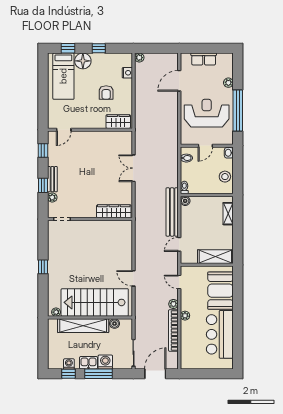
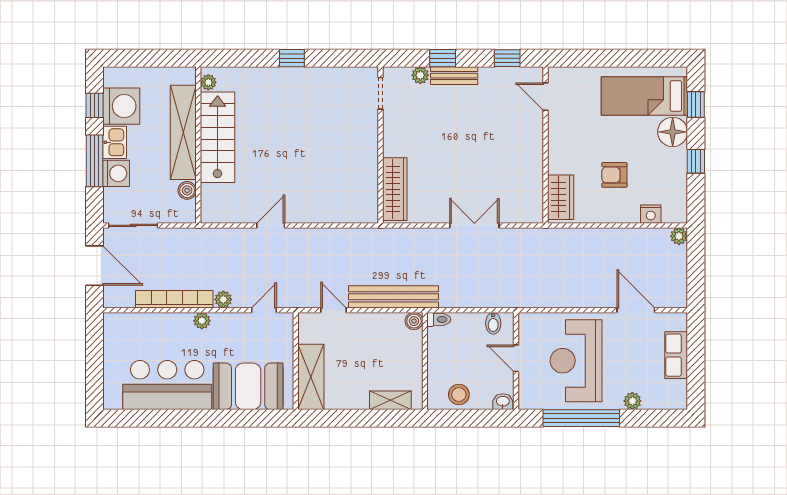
reception desk: (207, 113) -> (576, 361), turned 180
stairs: (95, 302) -> (218, 137), width x0.73, depth x0.66
washing machine: (69, 364) -> (121, 106), width x1.89, depth x1.89

